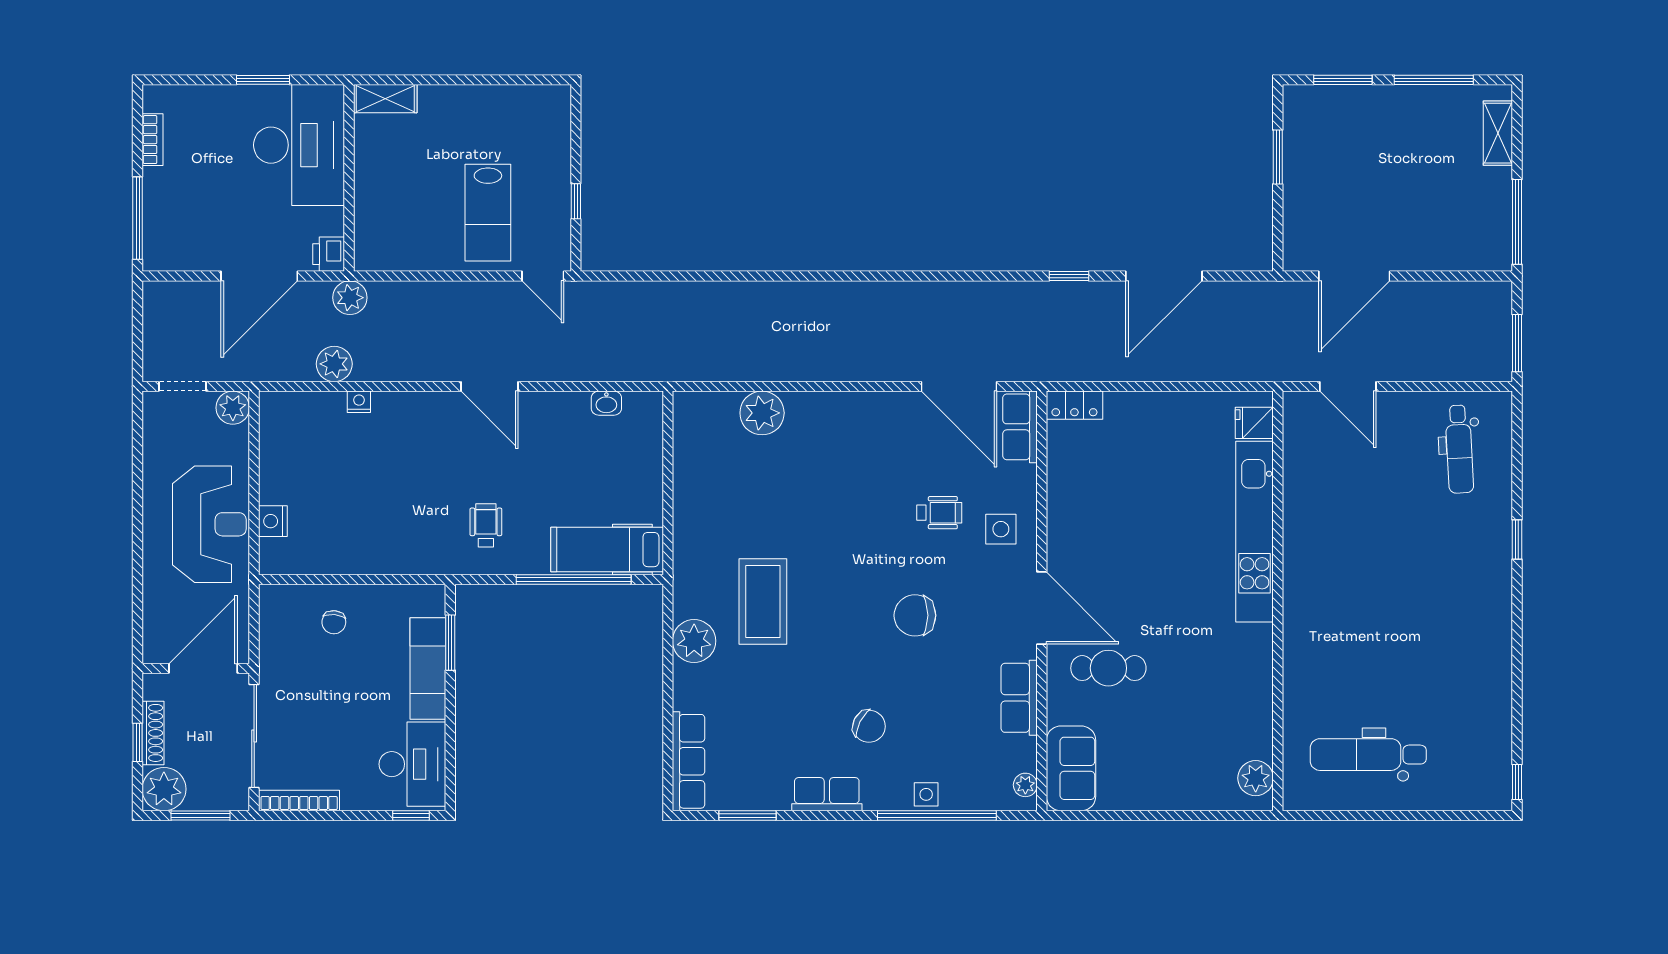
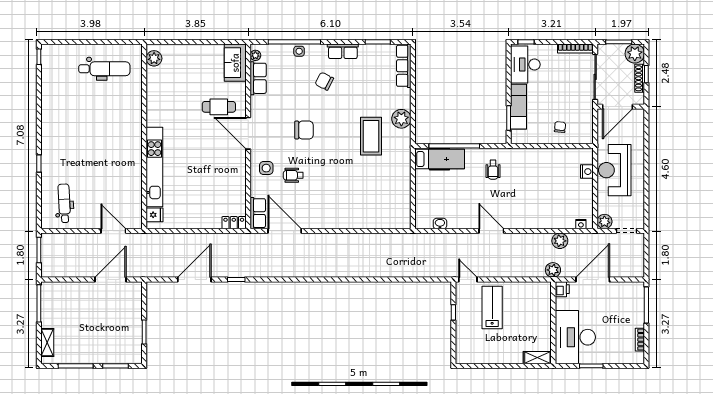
nightstand: (359, 402) -> (581, 224), moved
plant: (762, 413) -> (371, 219), removed
row of seats: (1019, 698) -> (258, 78), moved

